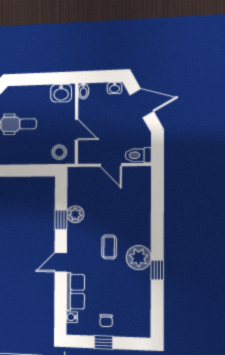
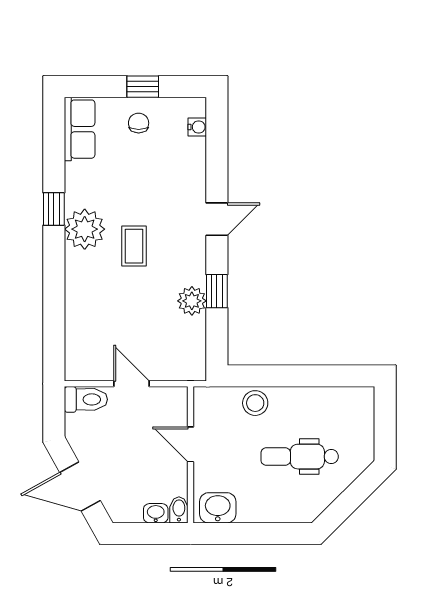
washbasin: (115, 88) -> (156, 513), moved
stool: (59, 152) -> (255, 403), moved
row of seats: (75, 292) -> (80, 129), moved, turned 180

